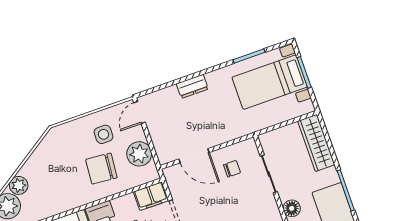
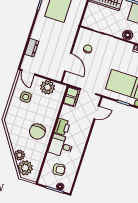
dresser: (192, 86) -> (32, 48), moved
door: (194, 156) -> (68, 62), hinge flipped
chair: (101, 169) -> (37, 132), moved

